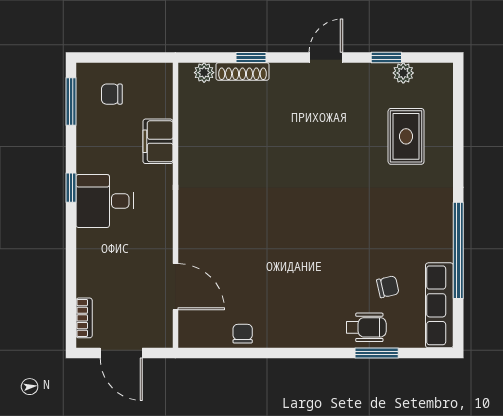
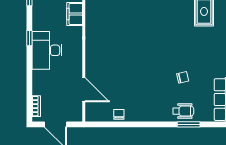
desk: (105, 201) -> (47, 50), width x1.37
chair: (388, 287) -> (183, 77), moved

